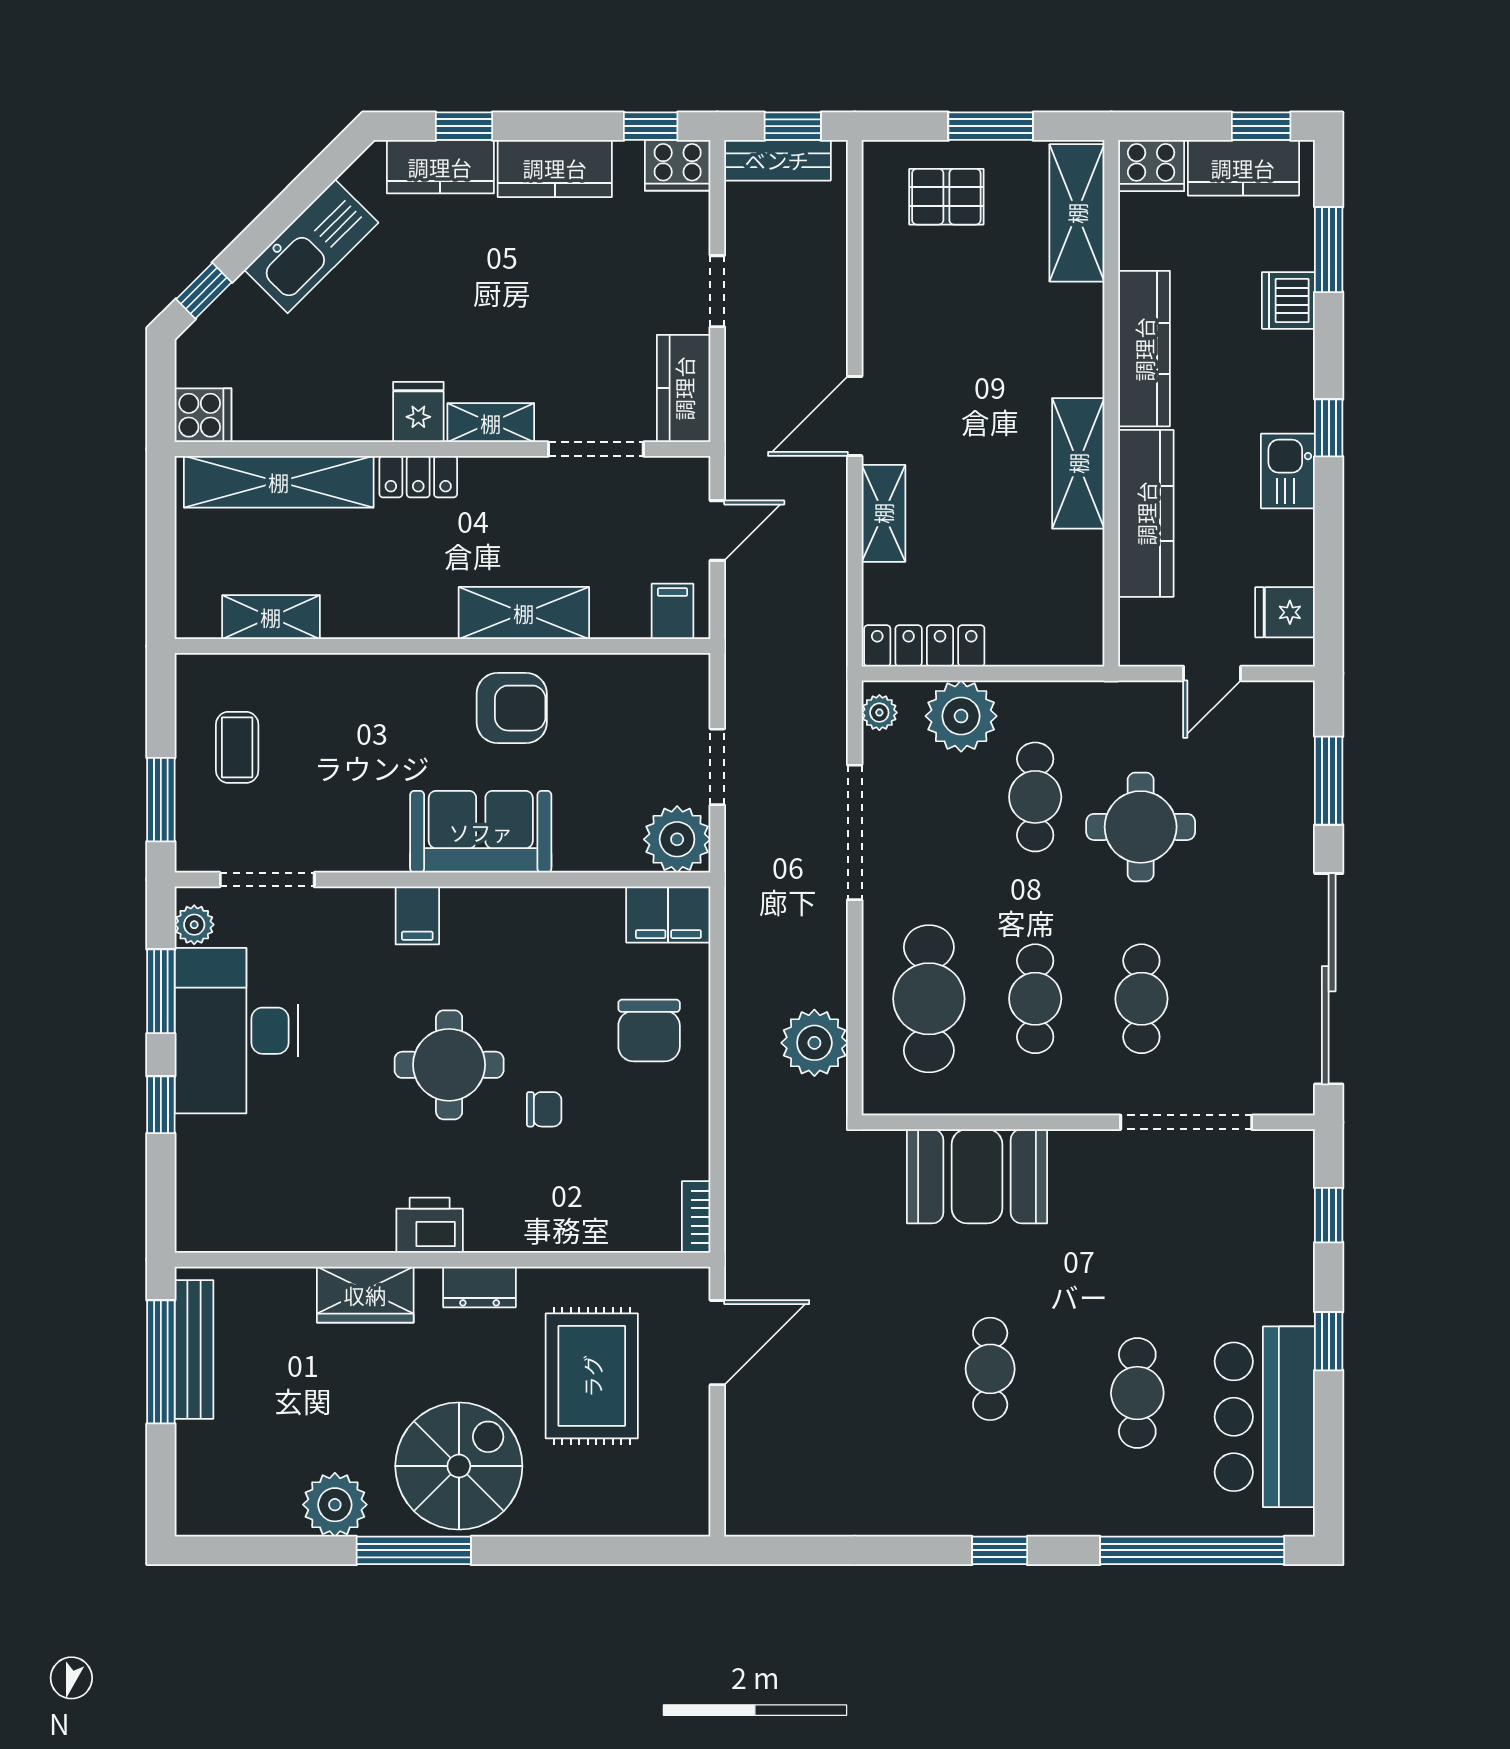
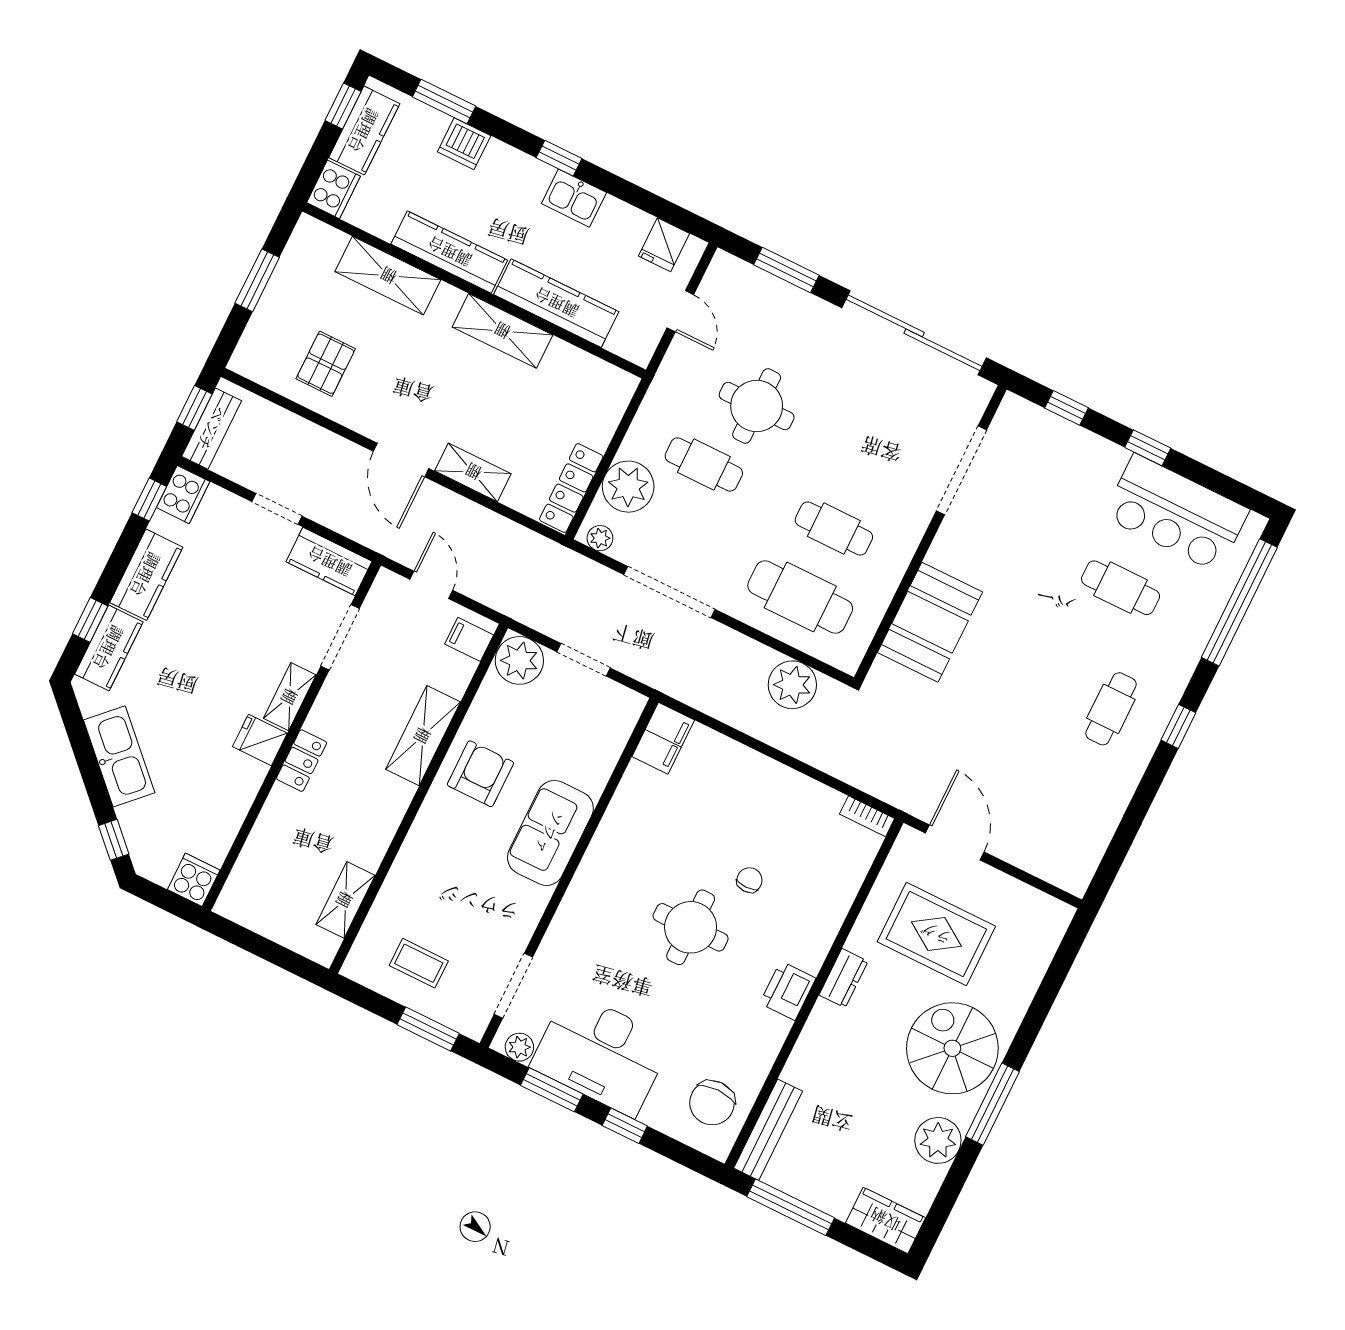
pallet: (946, 197) -> (326, 364), moved
shelving: (1077, 213) -> (388, 276), moved
shelving: (279, 482) -> (261, 852), removed
plant: (677, 839) -> (519, 660), moved
filing cabinet: (417, 915) -> (584, 900), removed
cafe table: (1141, 999) -> (868, 460), removed
chair: (649, 1030) -> (712, 1103), moved, turned 90
wardrobe: (365, 1295) -> (885, 1220), moved, turned -90
bench: (194, 1349) -> (768, 1130), moved, turned 90
cafe table: (990, 1369) -> (1111, 709), moved, turned 90

